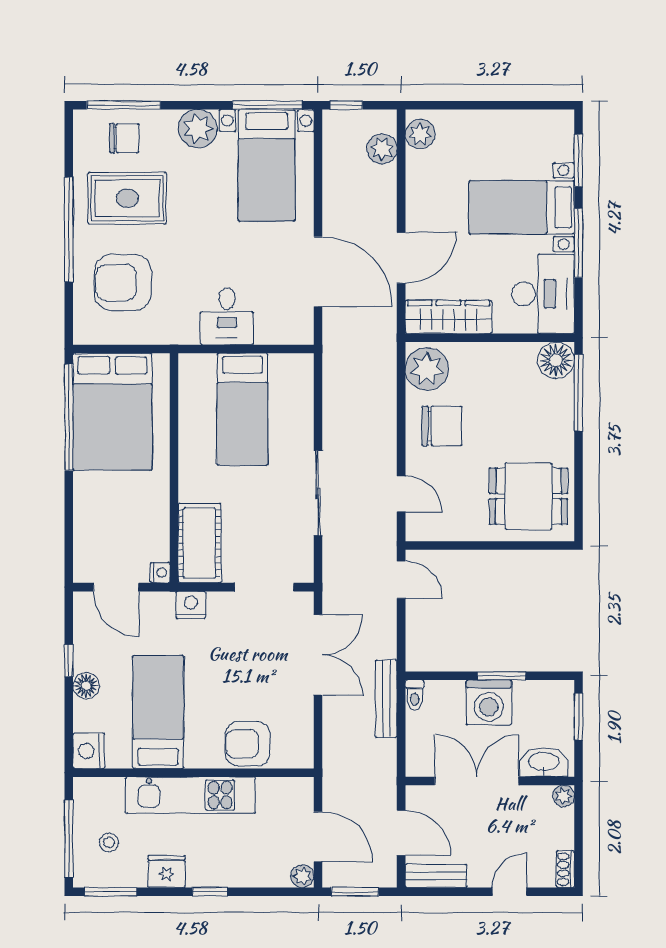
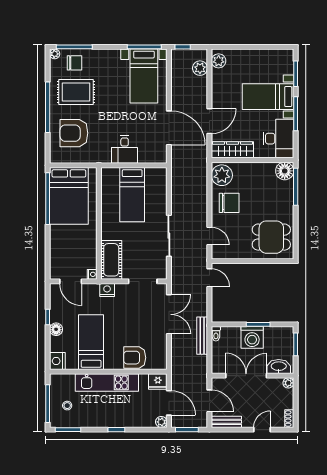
plant: (198, 129) -> (55, 54), moved, width x0.53, depth x0.53
fridge: (167, 872) -> (158, 381), moved, turned 180

